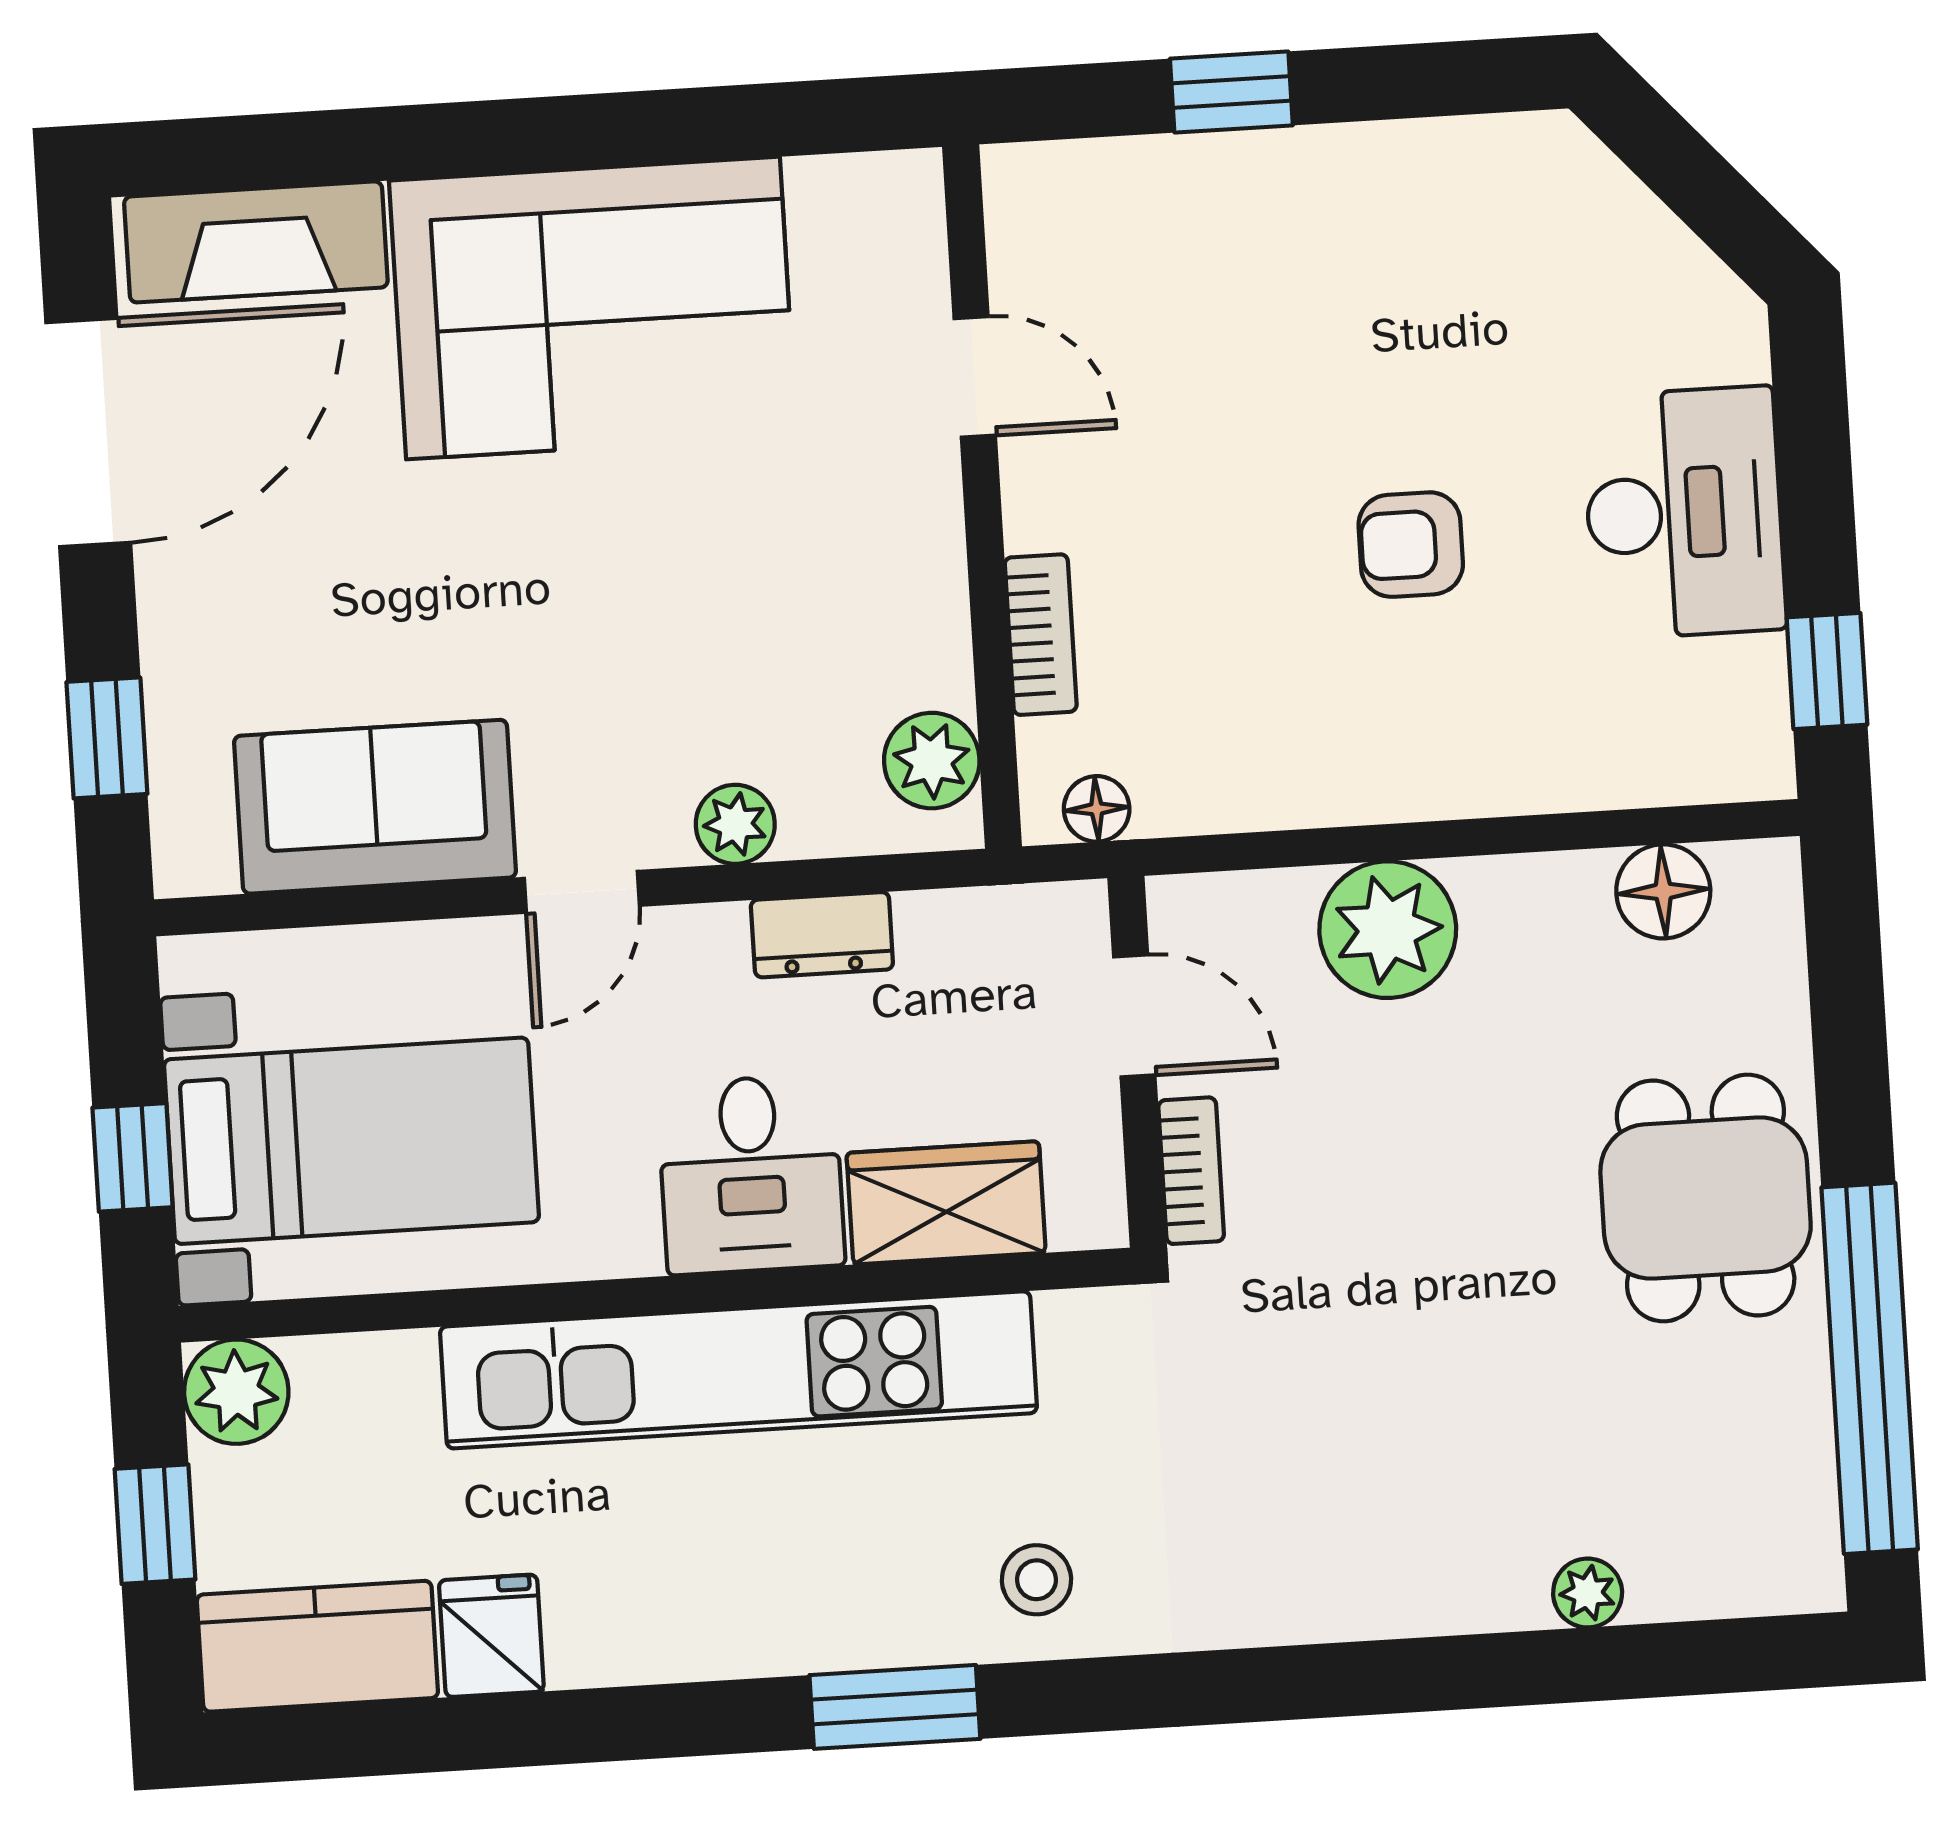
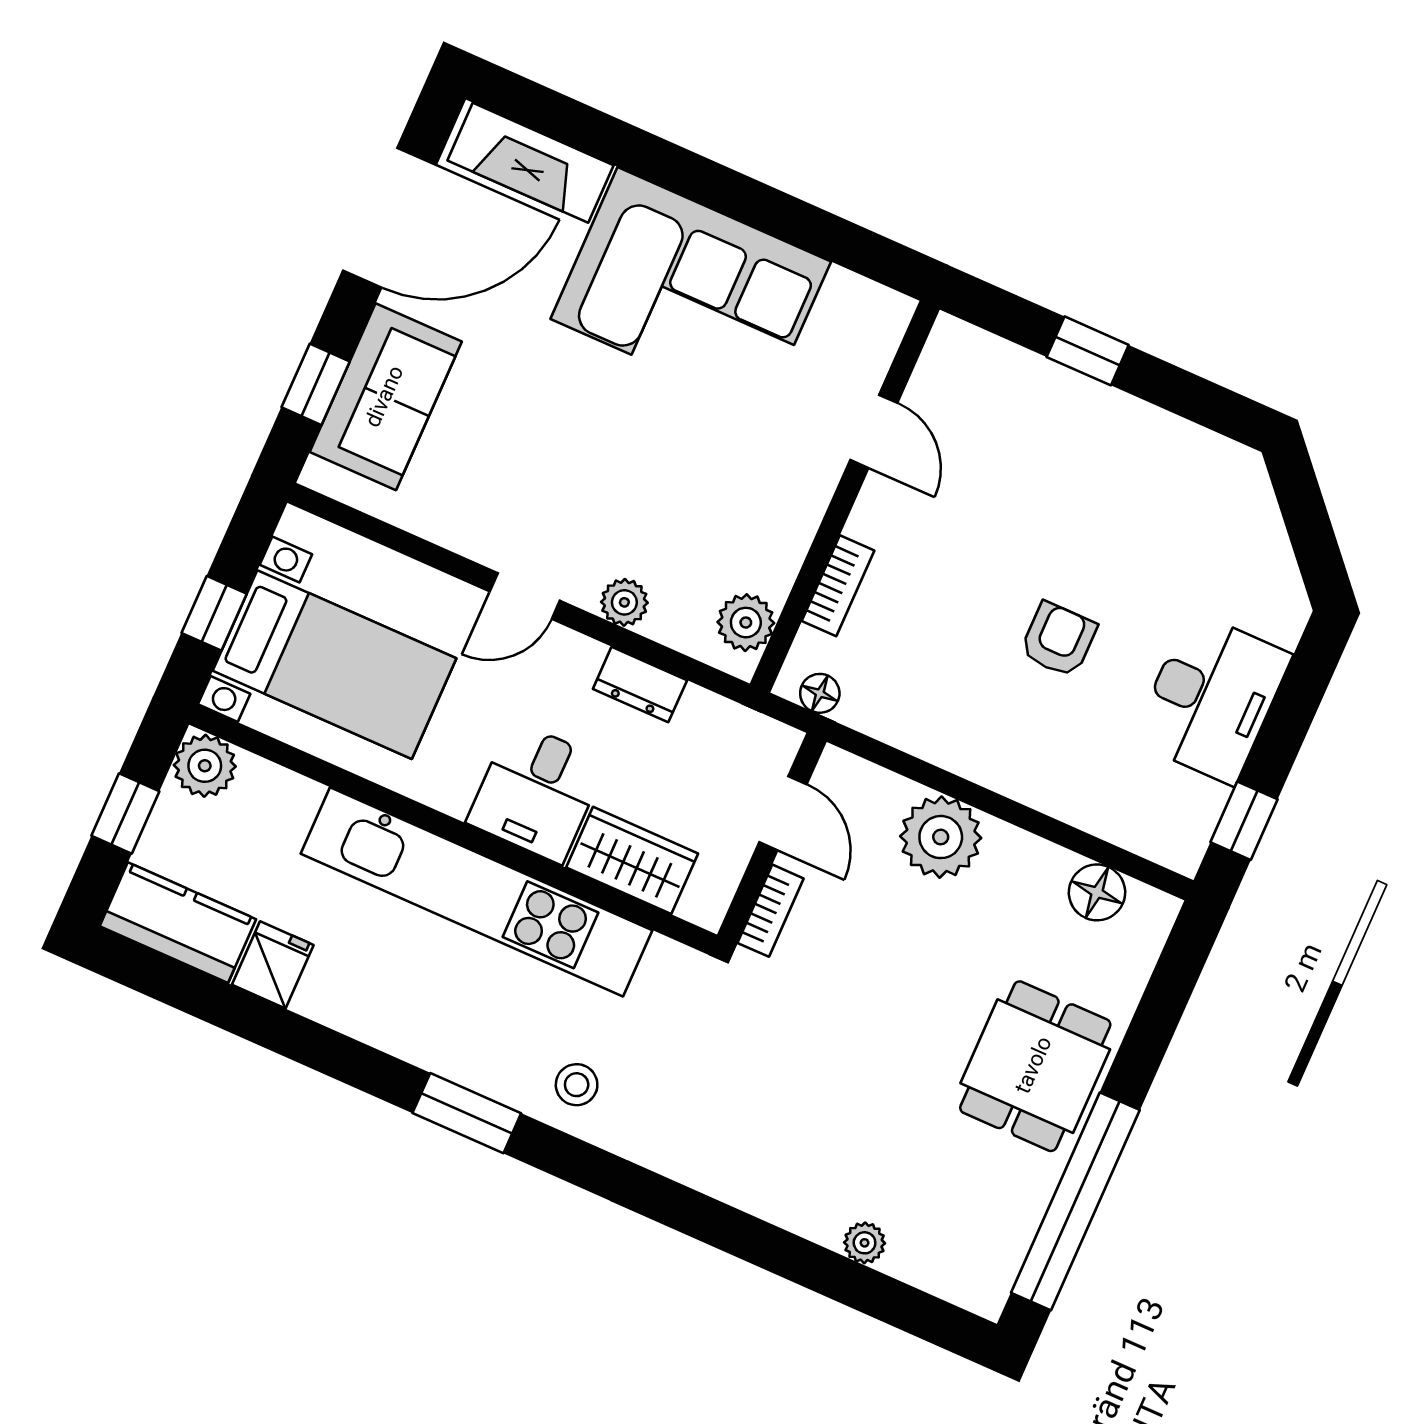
armchair: (1411, 545) -> (1058, 640), turned 90
sofa: (375, 807) -> (386, 397), moved, turned 90

